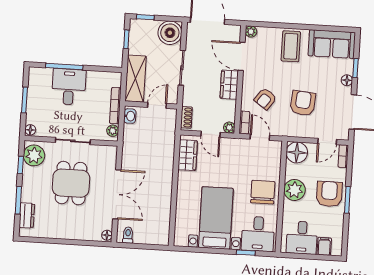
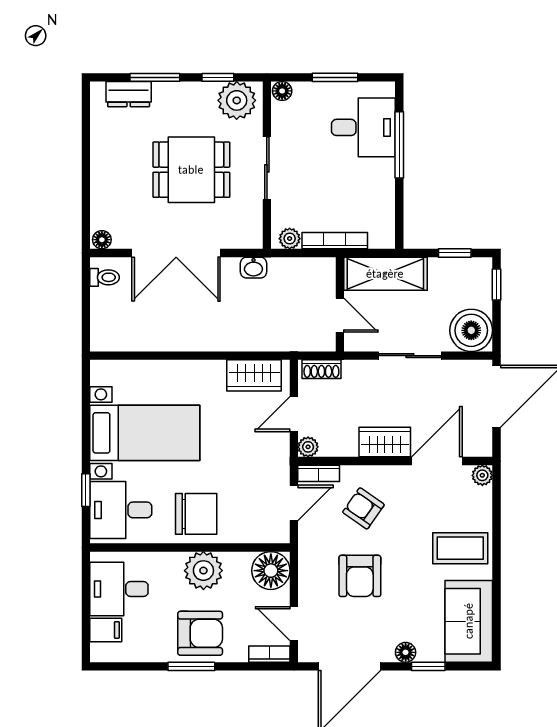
desk: (69, 87) -> (363, 127), moved
armchair: (303, 103) -> (360, 576), turned 85
washbasin: (130, 116) -> (253, 268), moved

